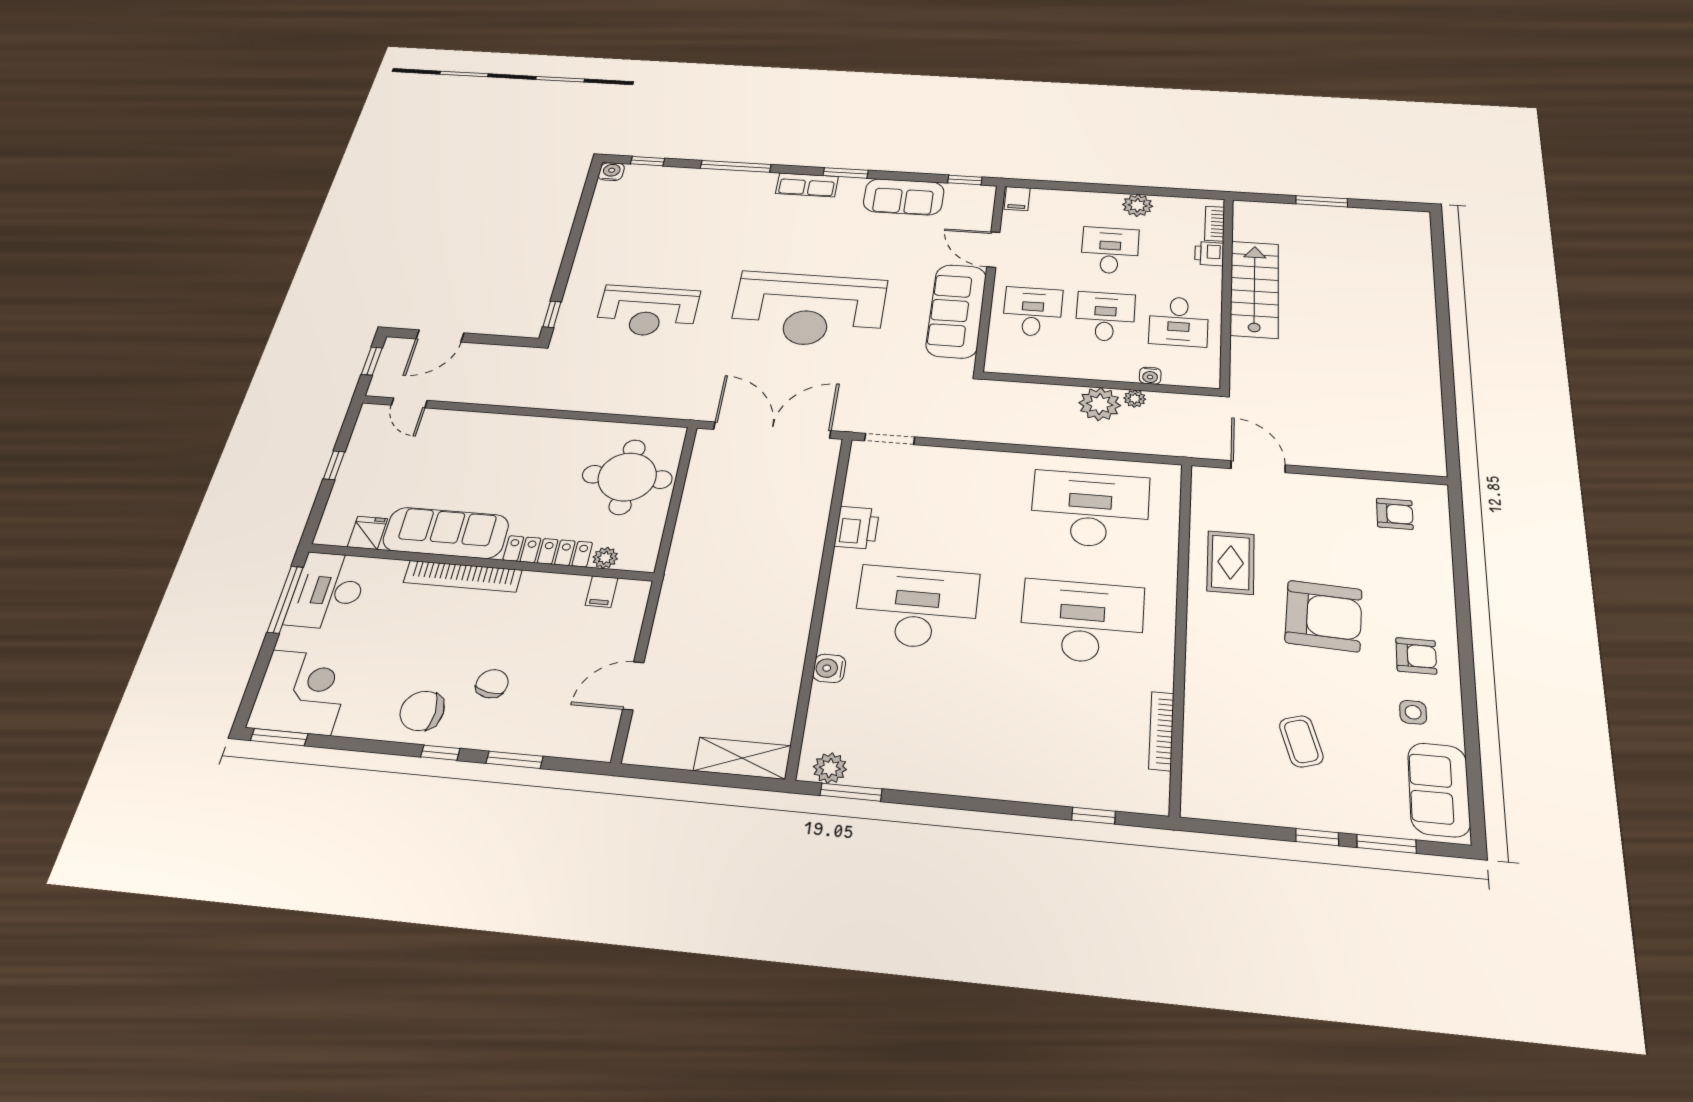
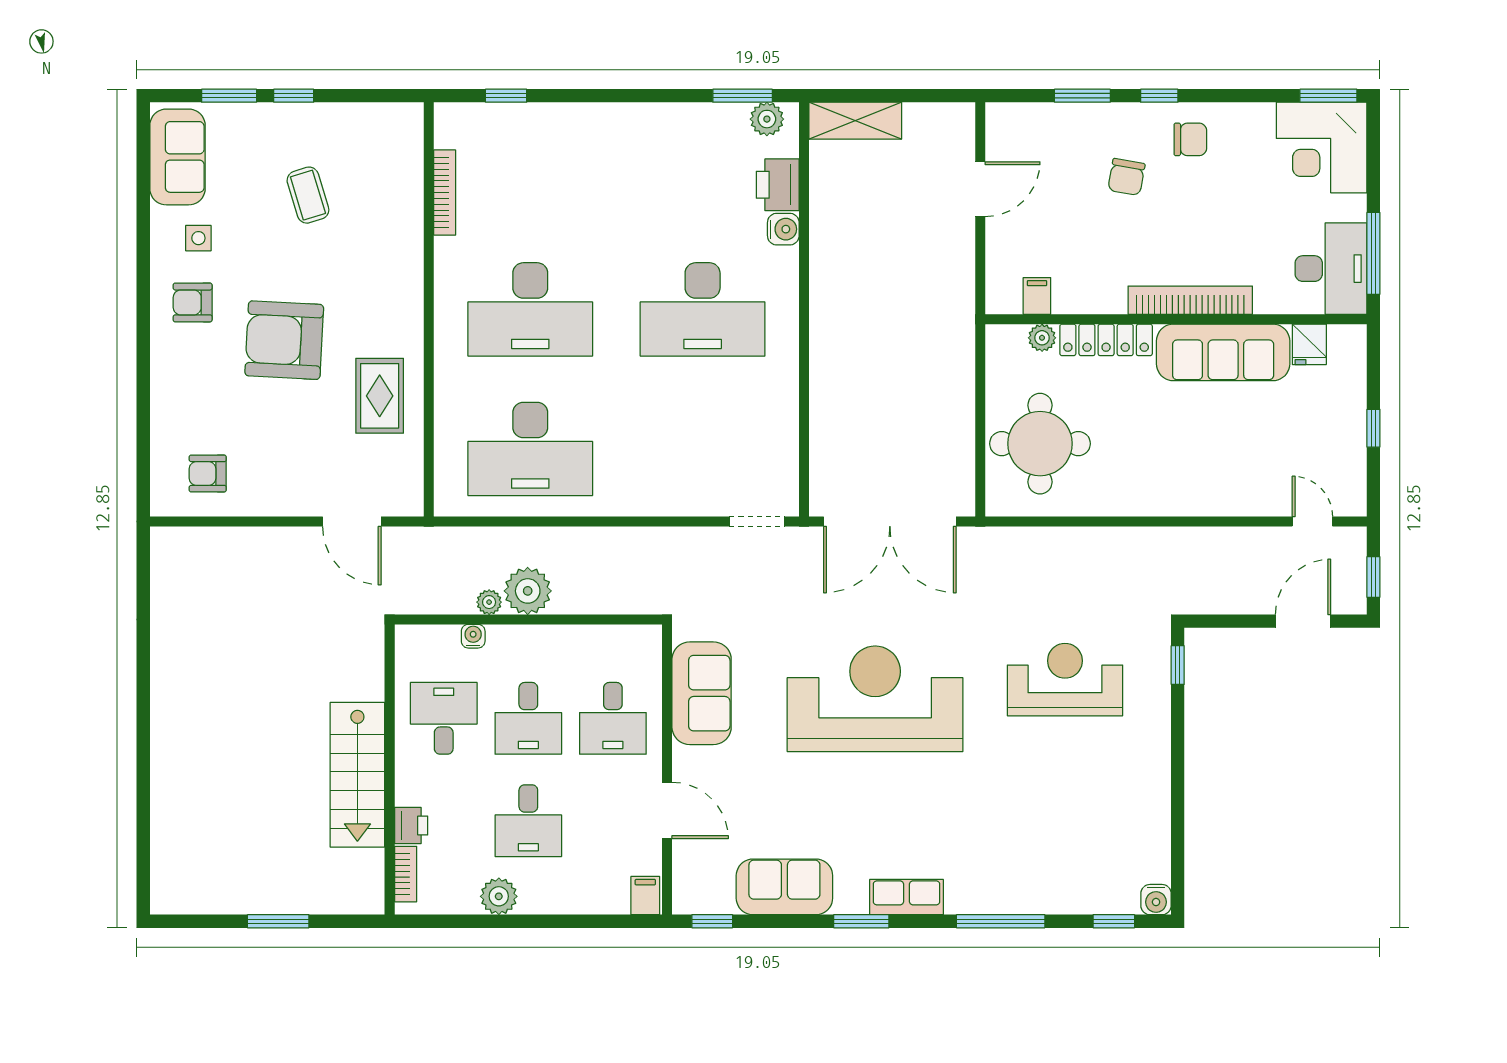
sofa: (956, 311) -> (702, 693), width x0.73
printer: (857, 528) -> (778, 185), moved
chair: (422, 711) -> (1190, 139), width x0.73, depth x0.73

